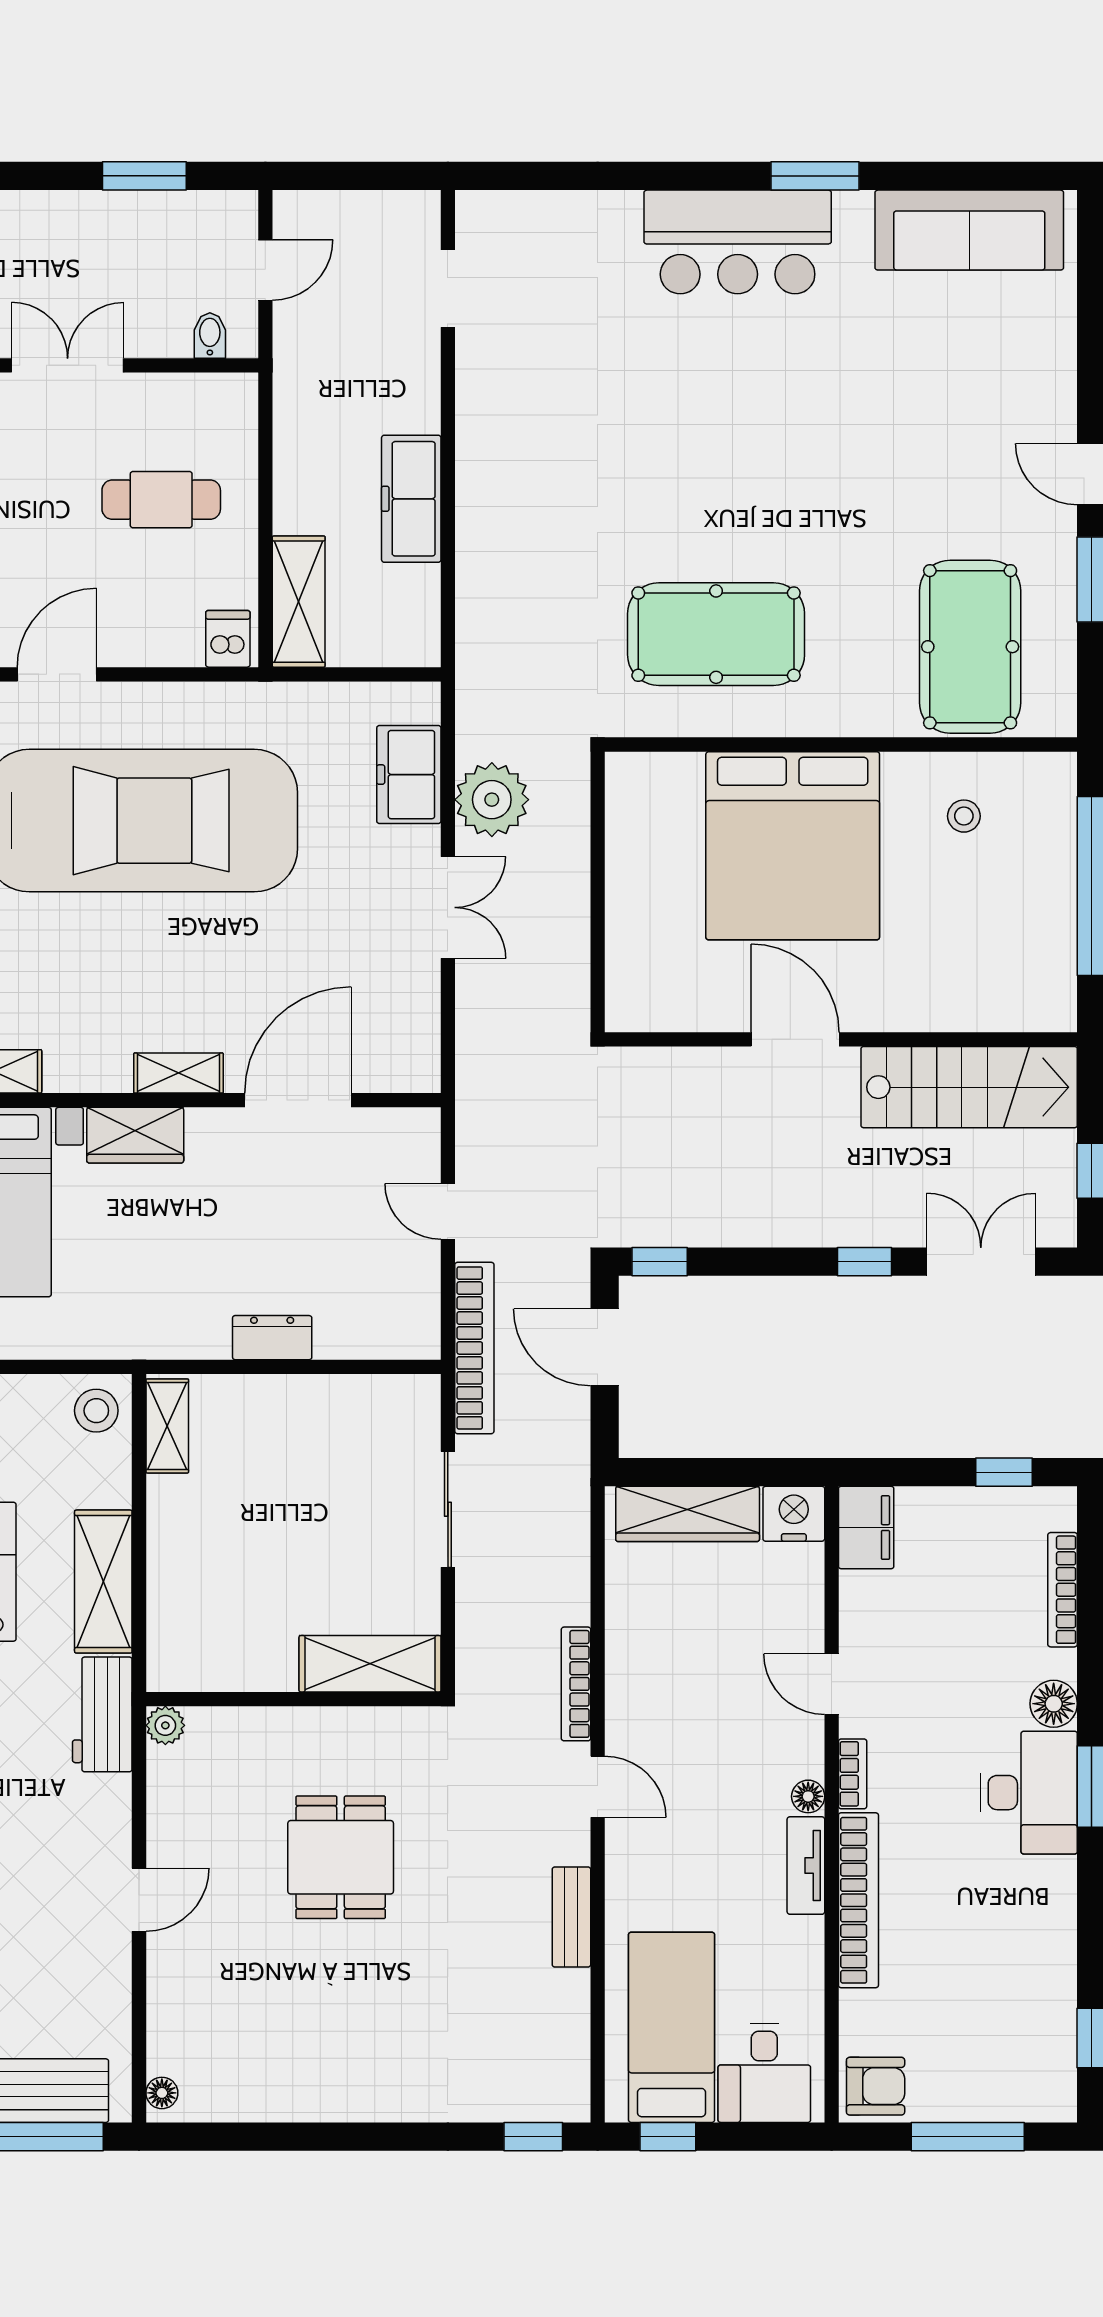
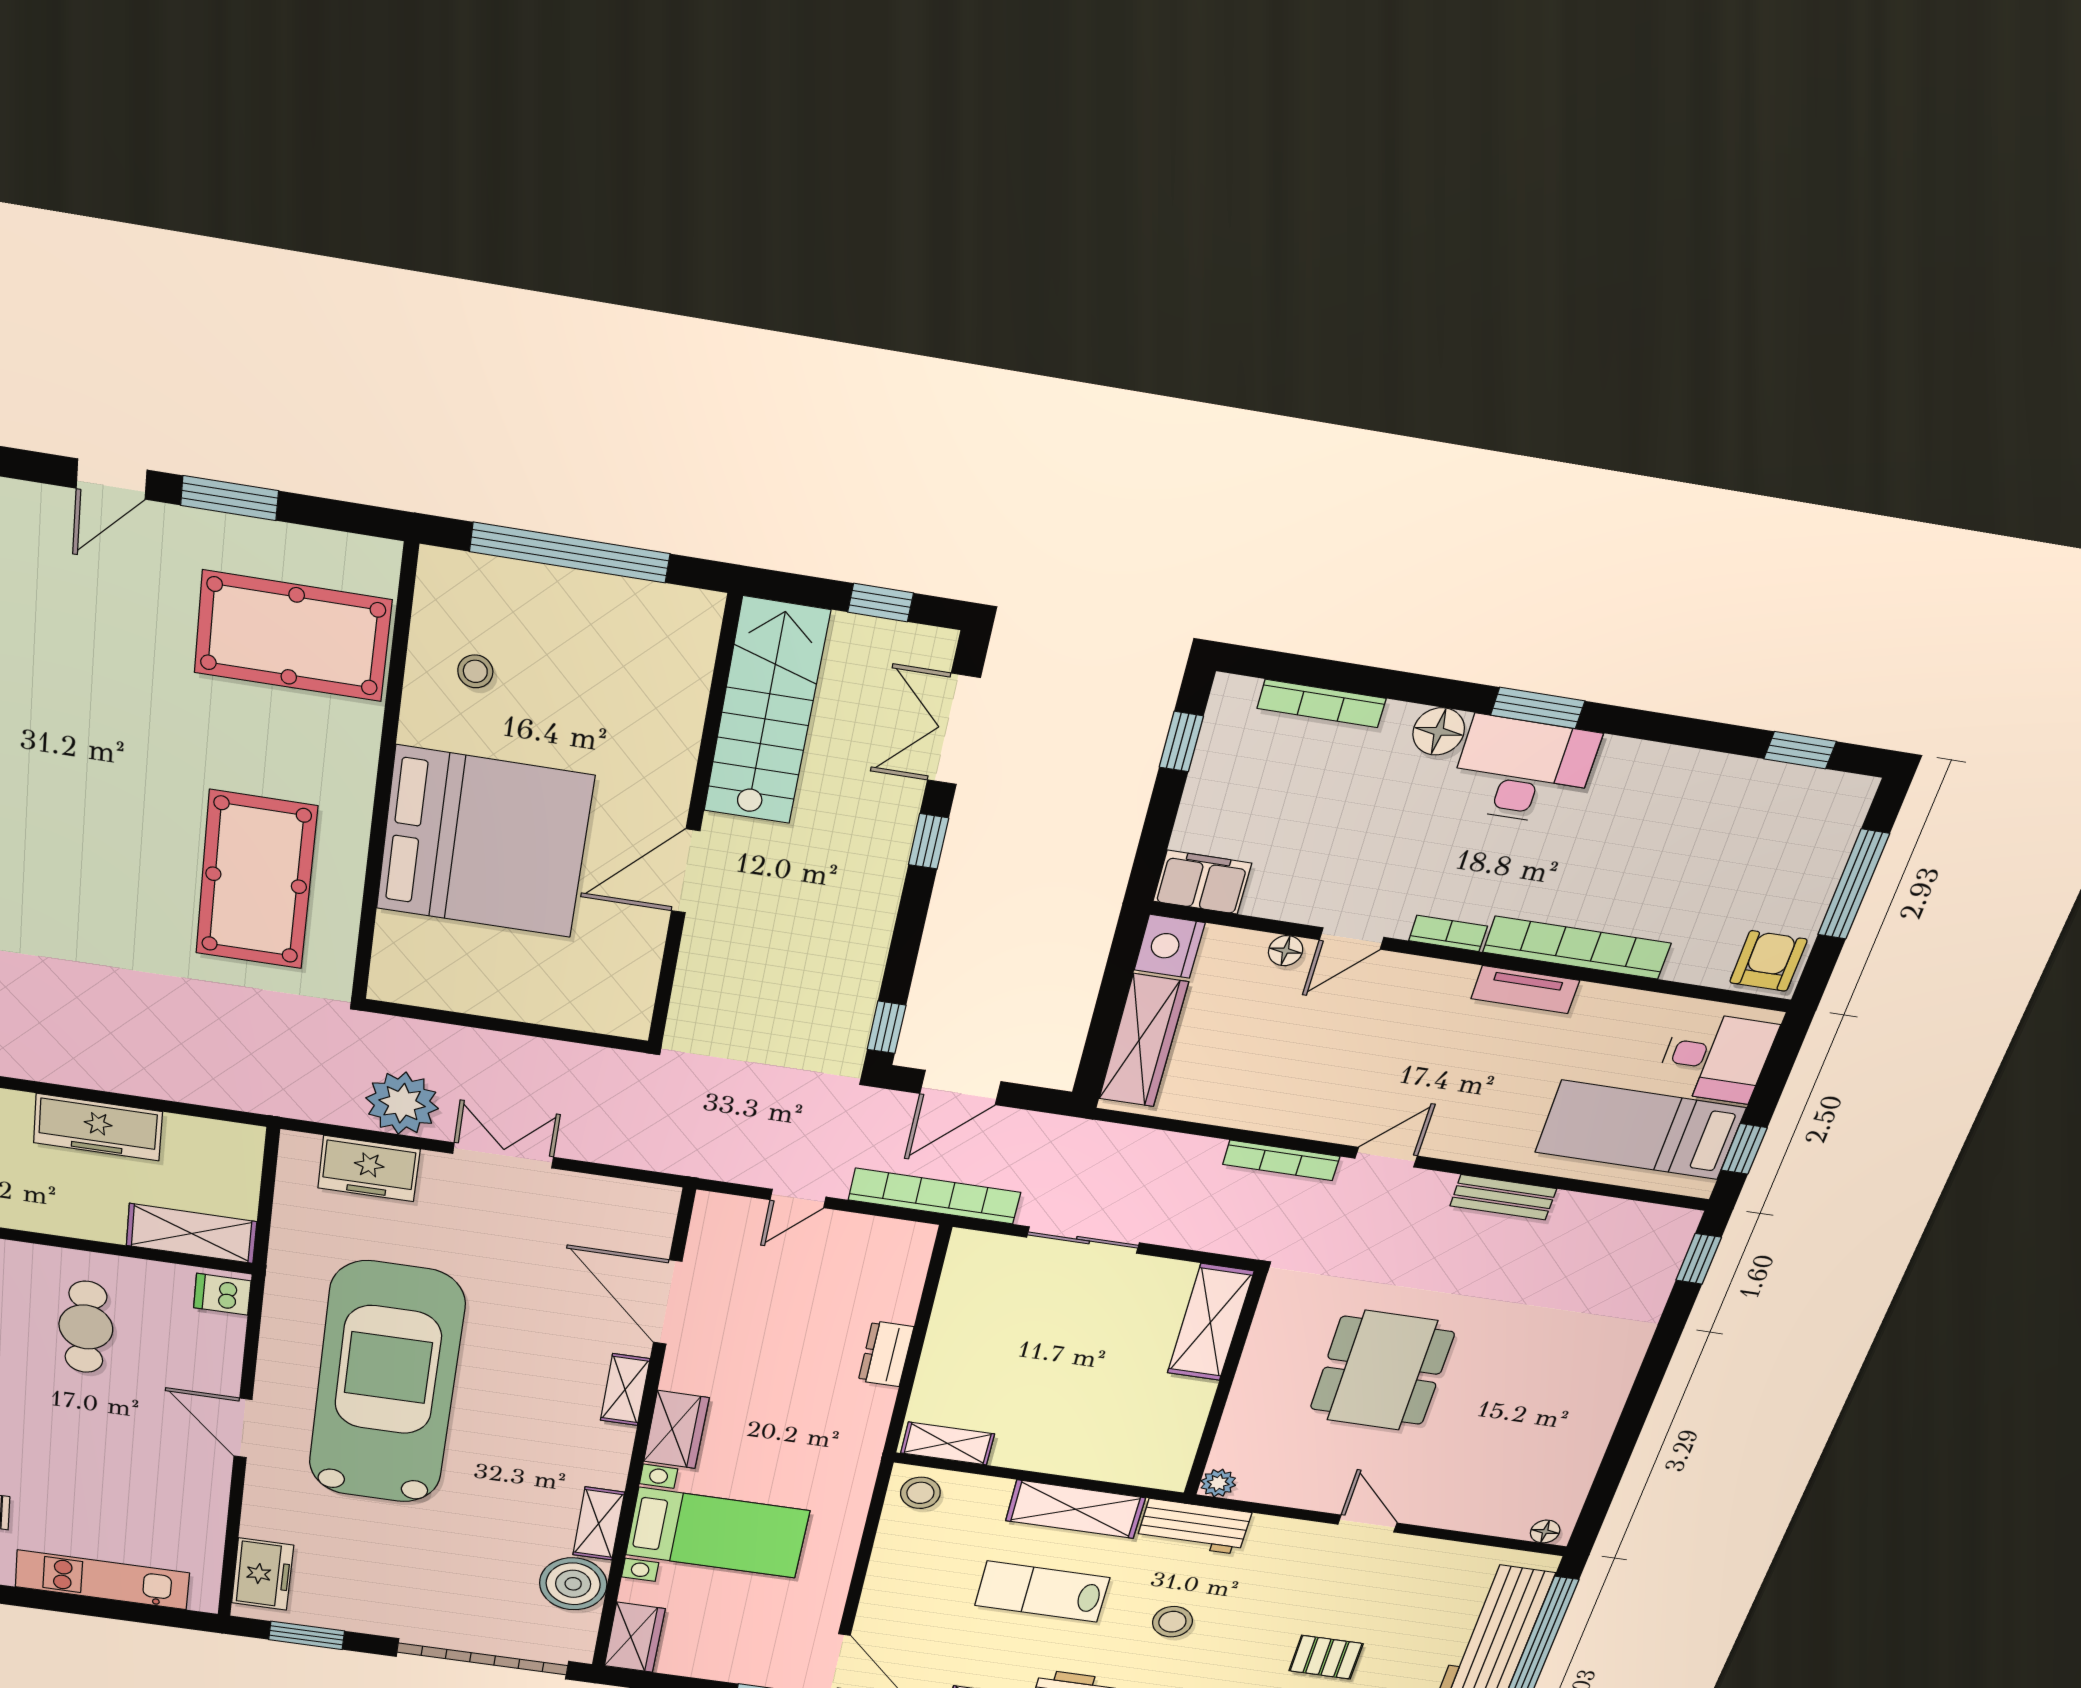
floor lamp: (808, 1796) -> (1286, 951), moved
dining table: (341, 1857) -> (1382, 1371), width x1.37

